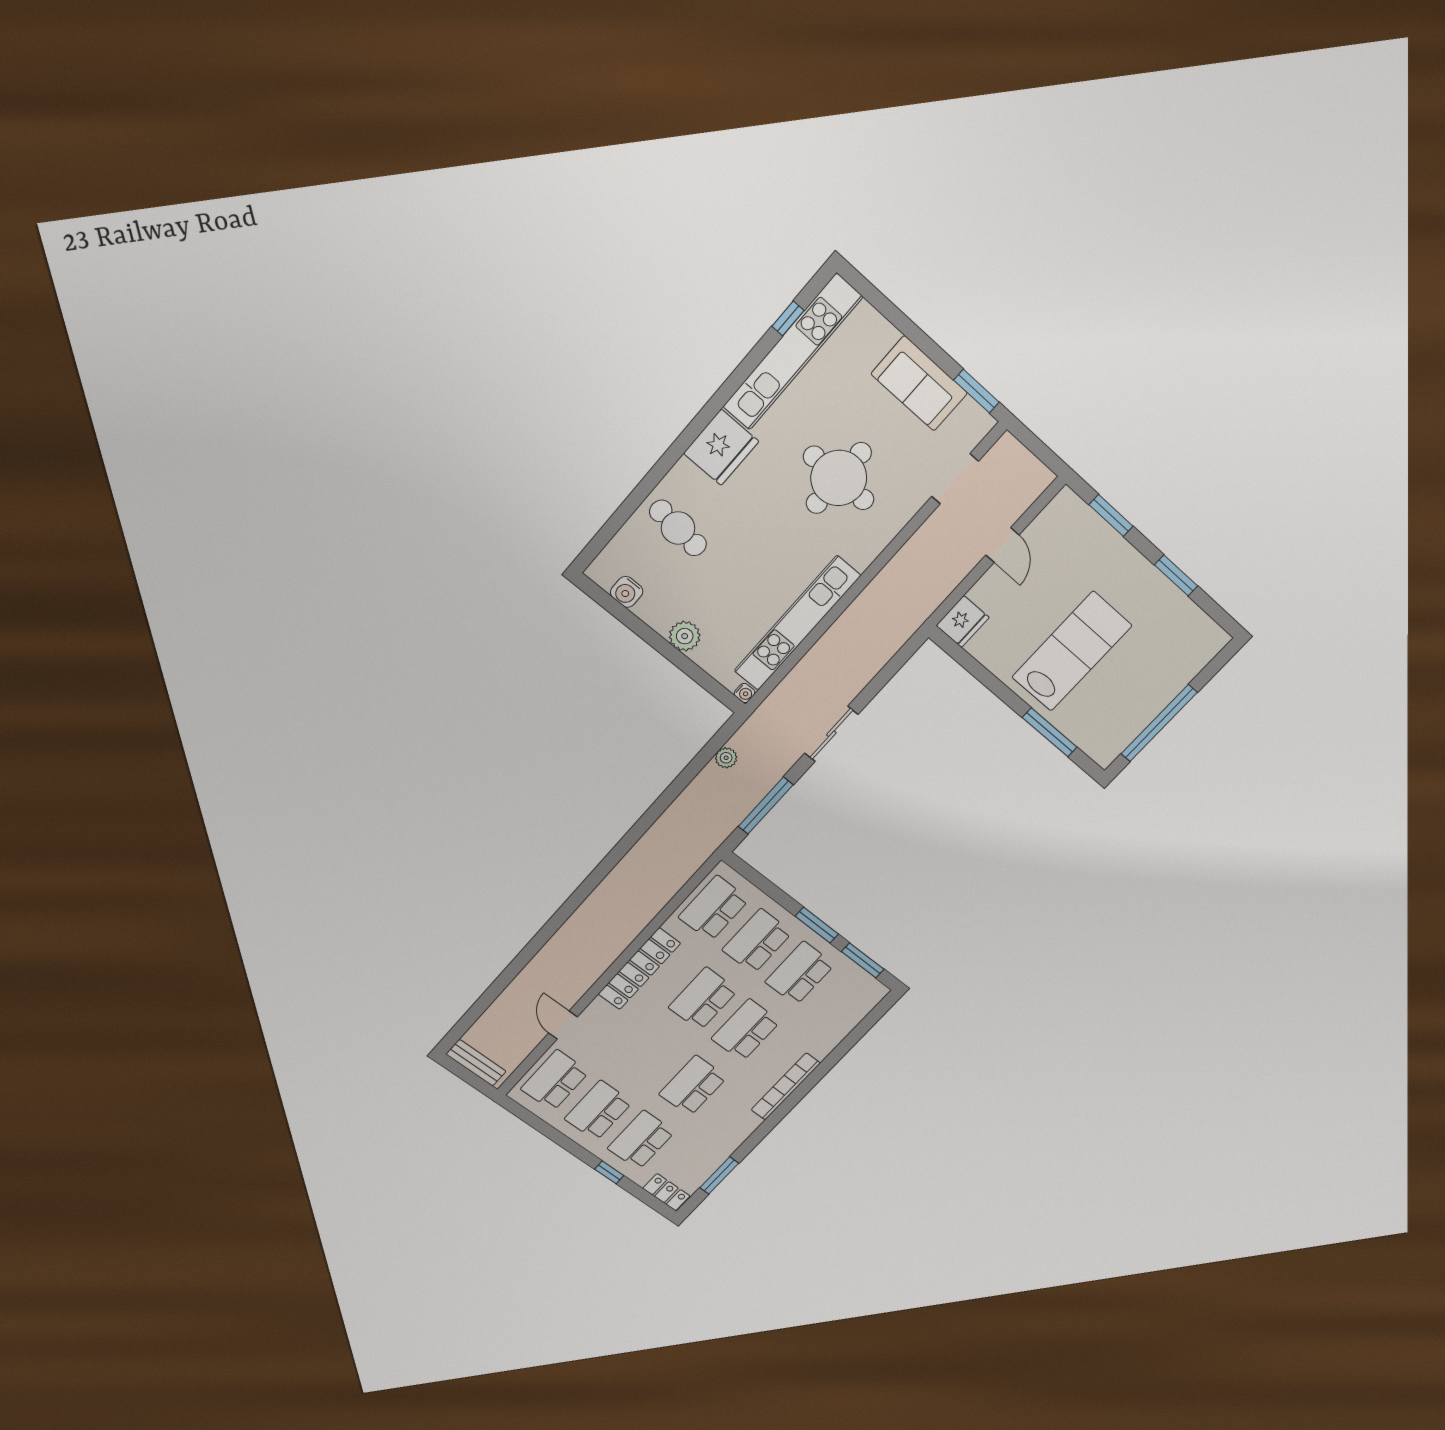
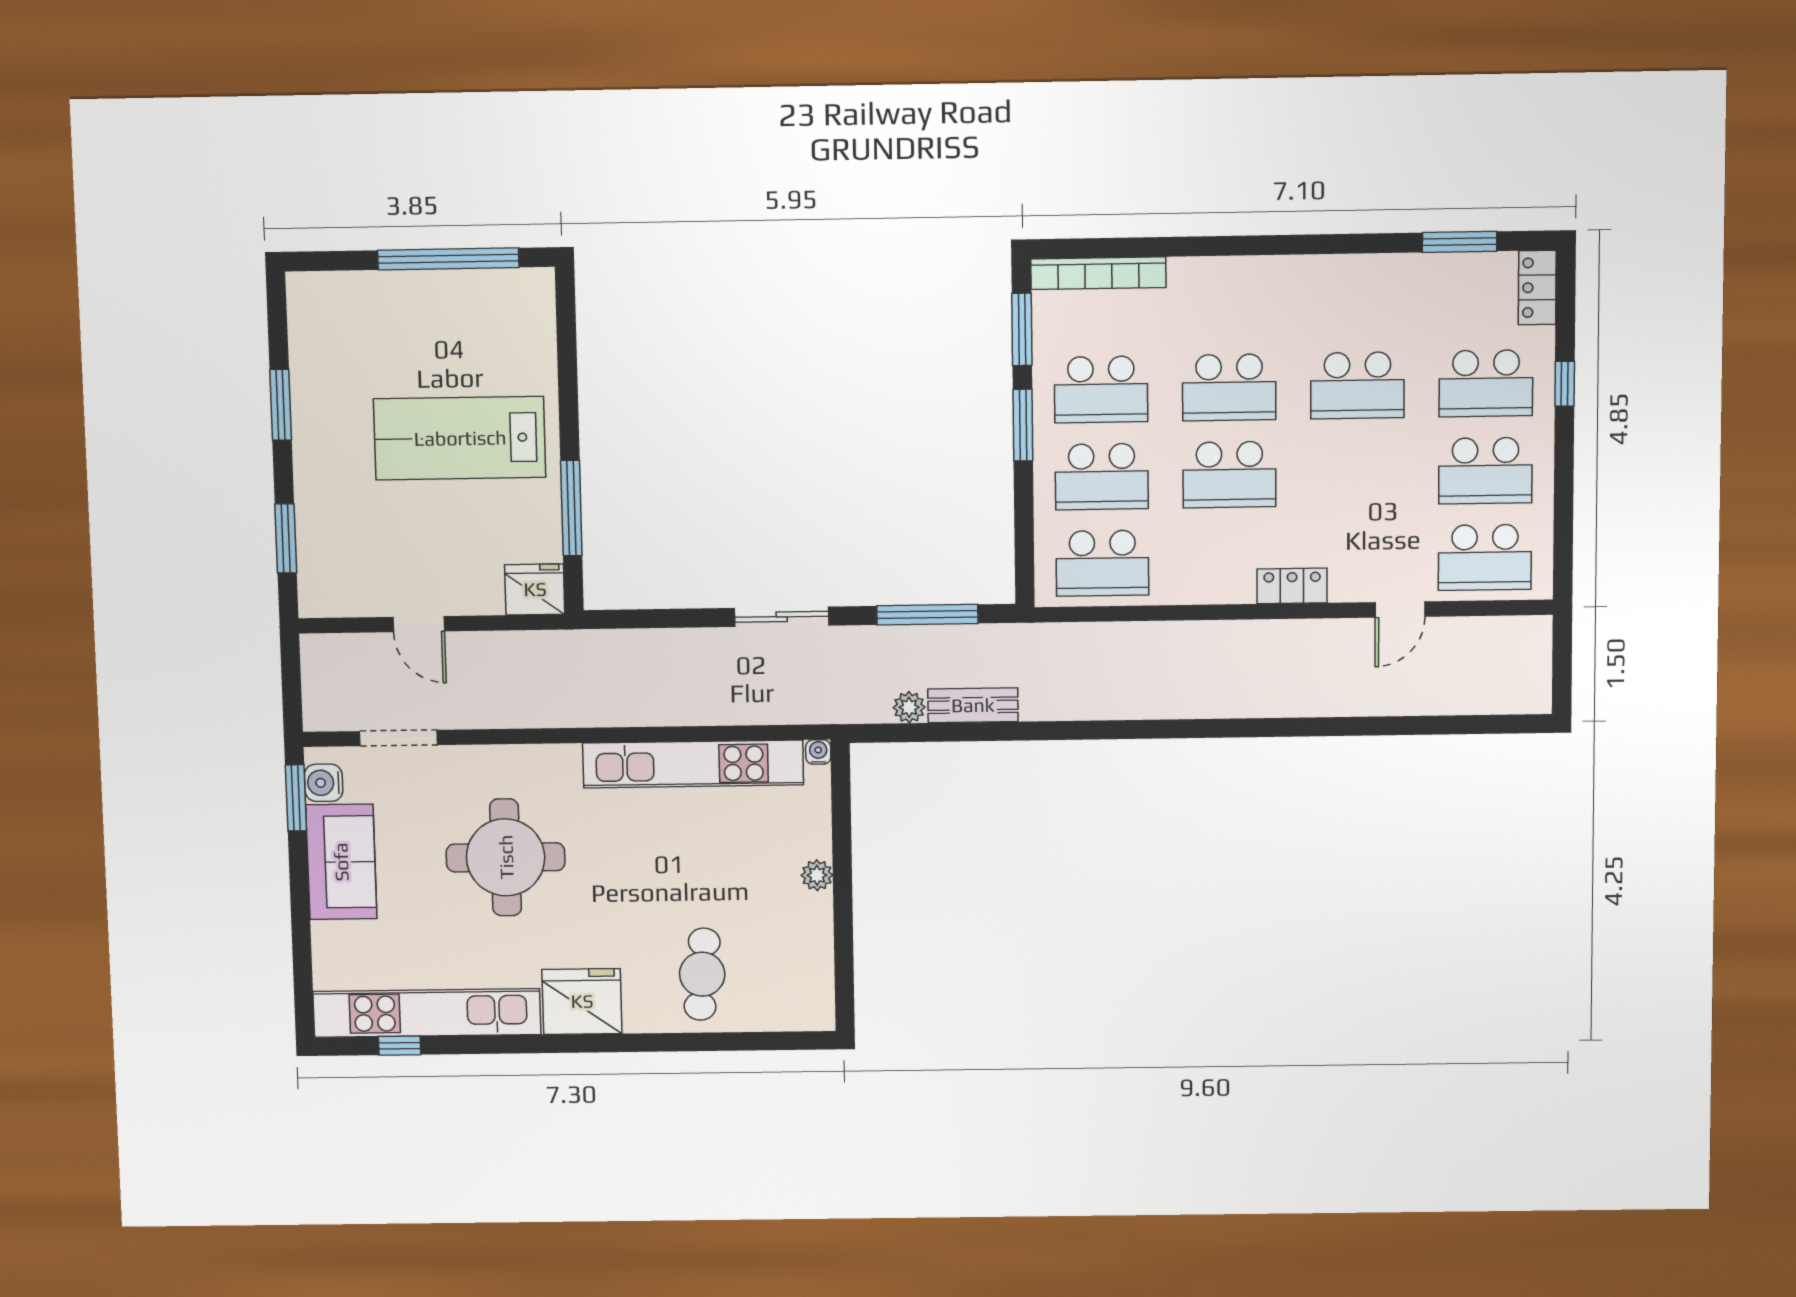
door: (1002, 545) -> (419, 624), swing flipped
water cooler: (627, 592) -> (324, 783), moved, turned 180
plant: (685, 636) -> (817, 875), width x0.73, depth x0.73
window: (1050, 732) -> (571, 508), moved
locker: (639, 969) -> (1292, 586), width x0.46, depth x0.83
bench: (476, 1063) -> (973, 705), moved, turned 90
bookcase: (786, 1086) -> (1098, 273), moved

